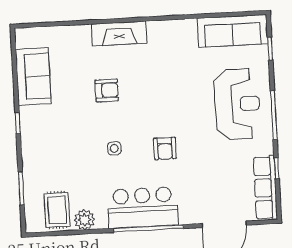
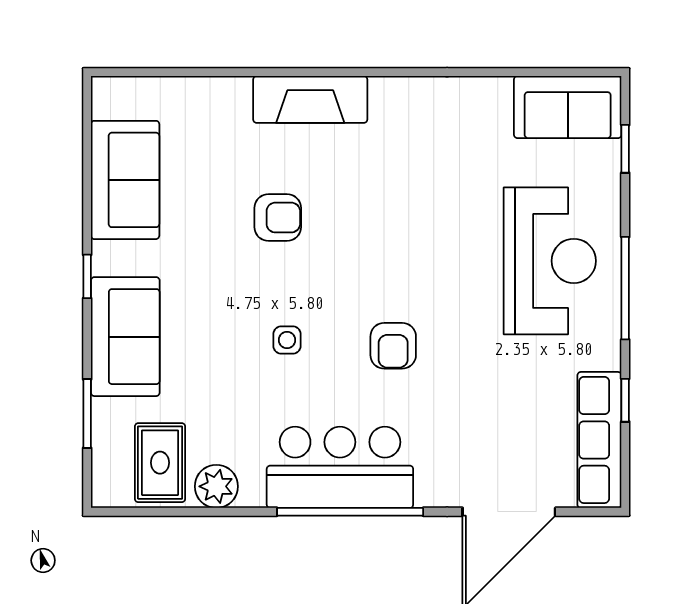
sofa: (232, 31) -> (568, 107), width x0.73
sofa: (37, 151) -> (125, 337), added

